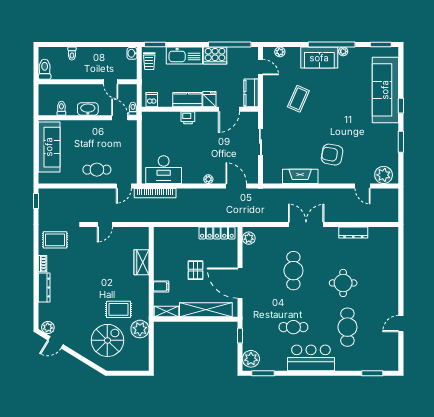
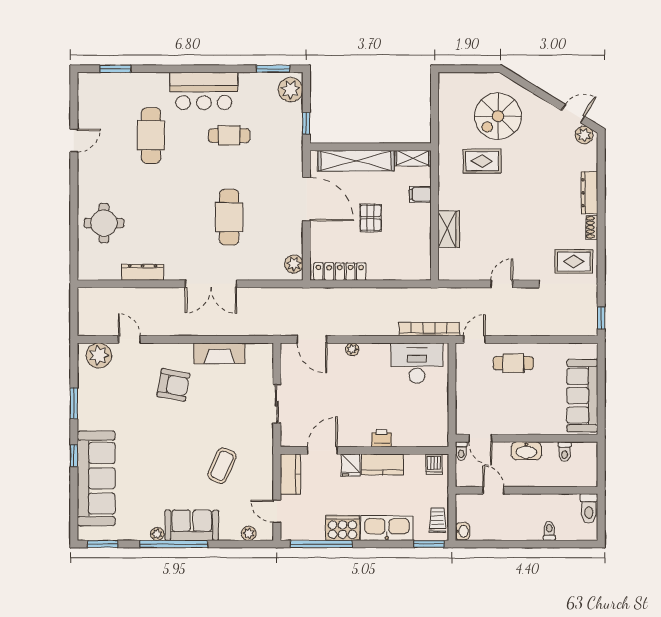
round table: (343, 283) -> (104, 223), moved
plant: (140, 329) -> (451, 133), removed

